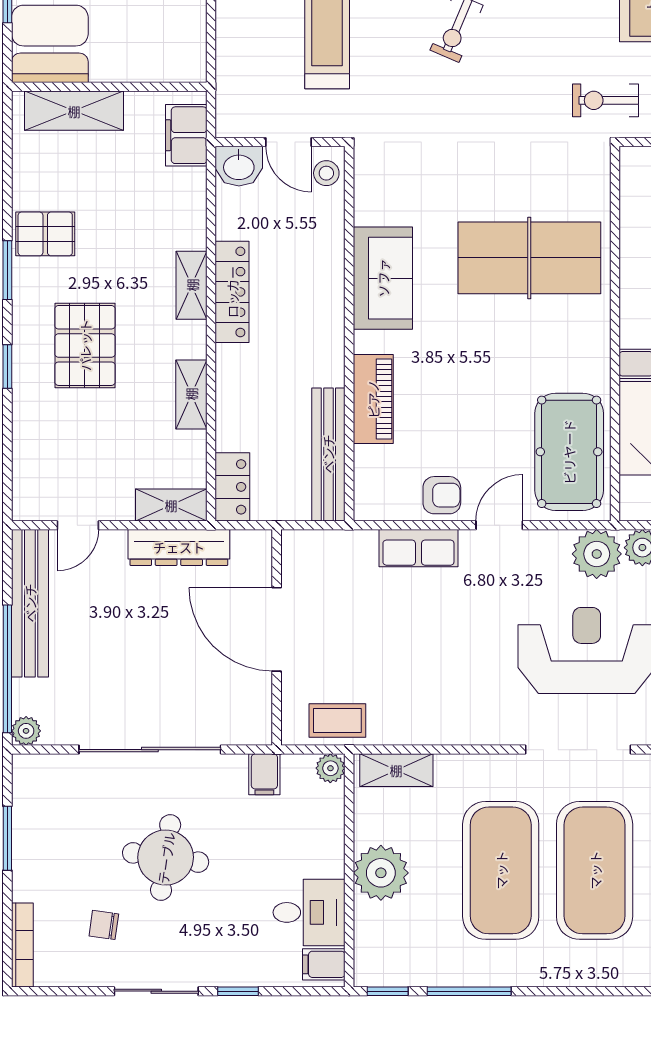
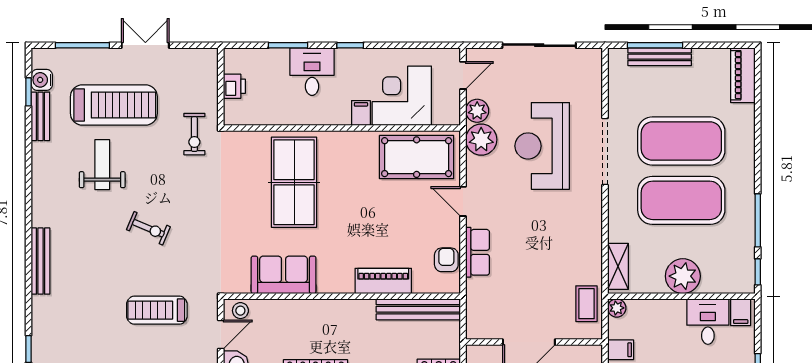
sofa: (383, 278) -> (284, 275), moved
armchair: (442, 495) -> (446, 260), moved

